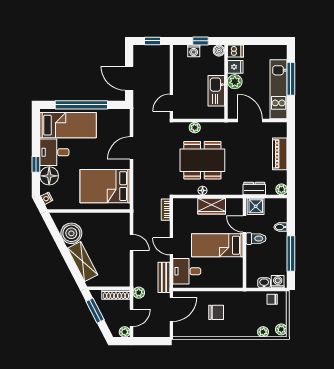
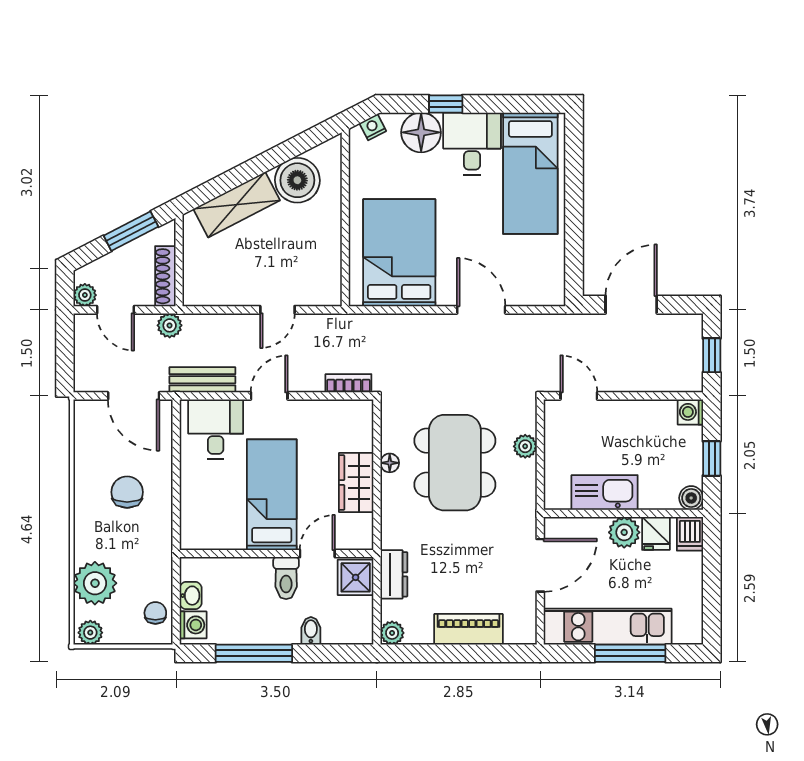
washing machine: (194, 51) -> (690, 412), moved
window: (81, 105) -> (574, 202), removed
chair: (216, 312) -> (127, 492), turned 180
plant: (263, 332) -> (95, 583), width x1.88, depth x1.88

